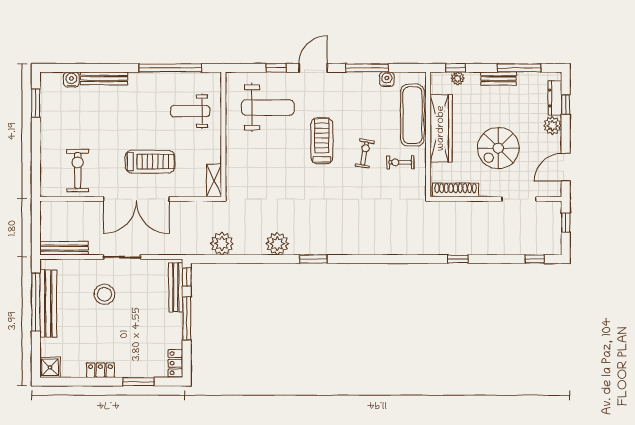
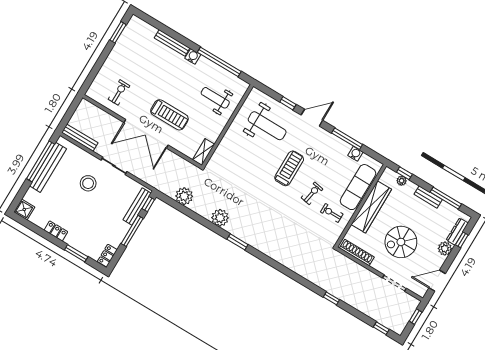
water cooler: (71, 80) -> (193, 56), moved
exercise bike: (78, 171) -> (119, 92), width x0.73, depth x0.72

